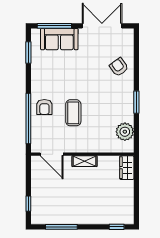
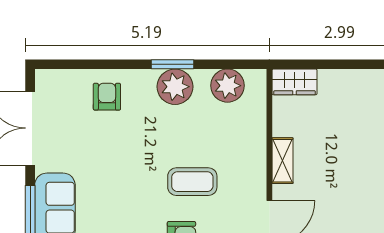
armchair: (119, 67) -> (107, 97), turned 126
plant: (124, 104) -> (175, 87), added

